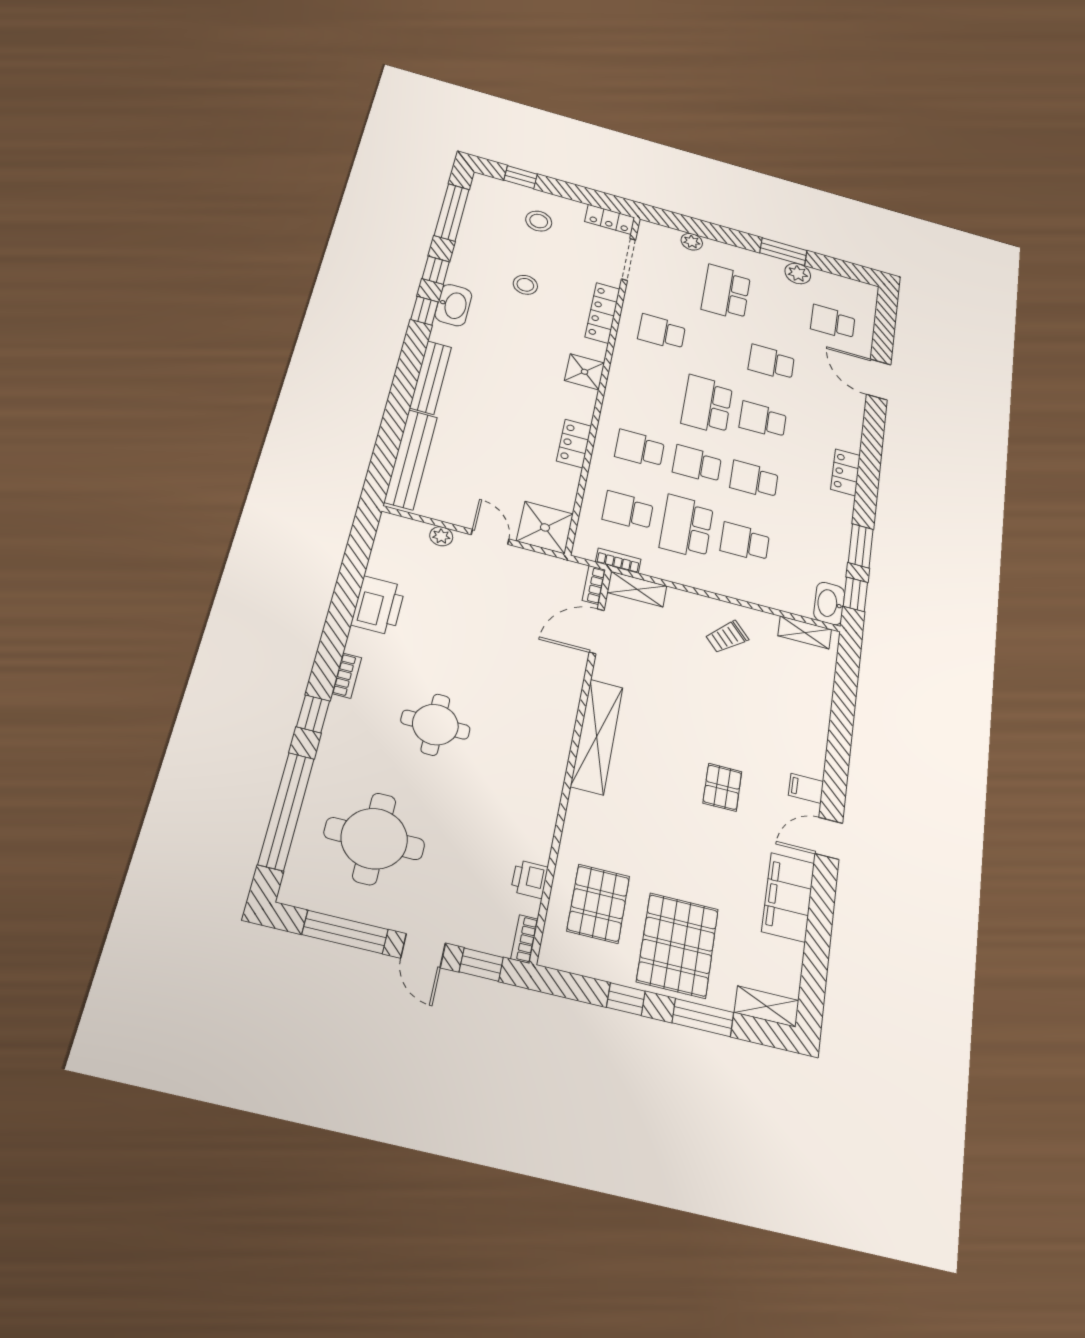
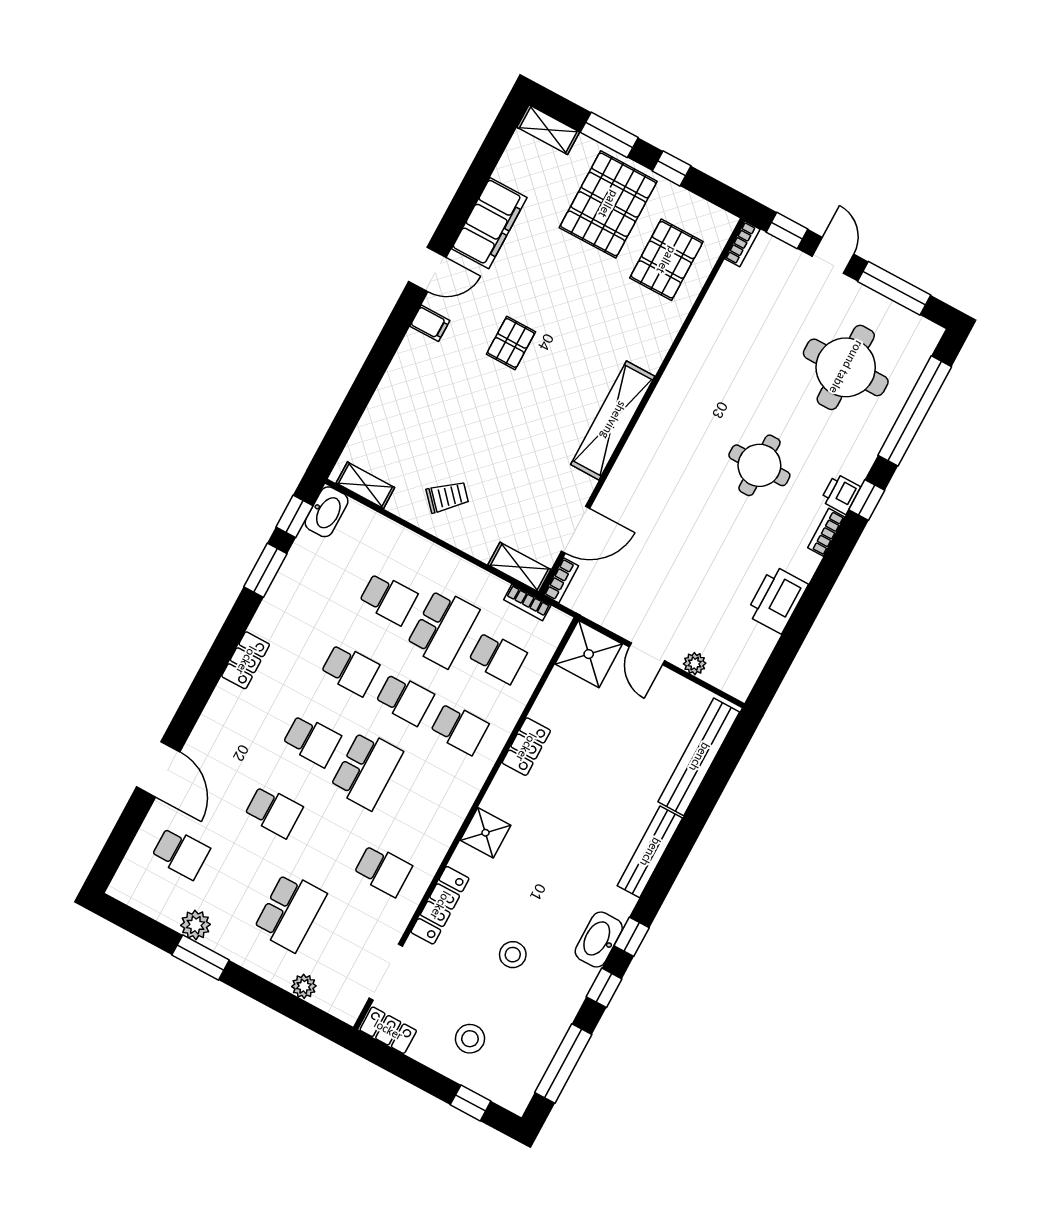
printer: (530, 879) -> (841, 494), moved, turned 180

